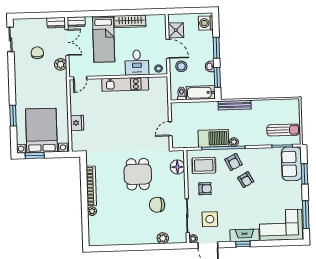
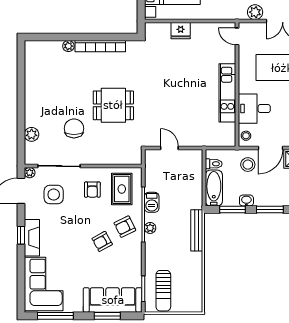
barbecue: (213, 138) -> (152, 202), width x0.53, depth x0.65
sofa: (292, 164) -> (113, 300), width x1.36
floor lamp: (177, 167) -> (121, 156), removed

